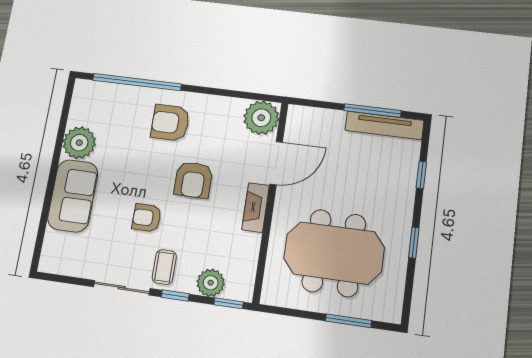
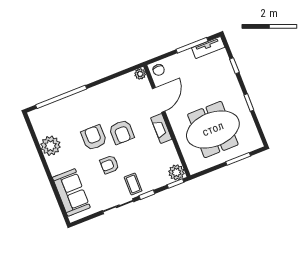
plant: (261, 118) -> (140, 74), width x0.53, depth x0.53
chair: (302, 120) -> (159, 70), added
armchair: (170, 123) -> (94, 138), moved, turned 90
tv unit: (384, 125) -> (208, 48), width x0.71
sofa: (73, 196) -> (71, 192), moved
plant: (211, 283) -> (176, 172), moved

